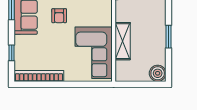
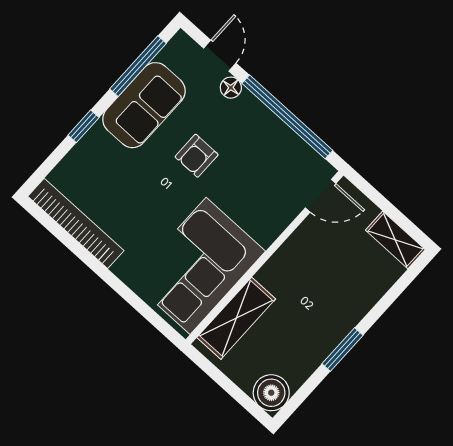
shelving: (123, 41) -> (236, 318), moved
window: (12, 53) -> (83, 126), moved

